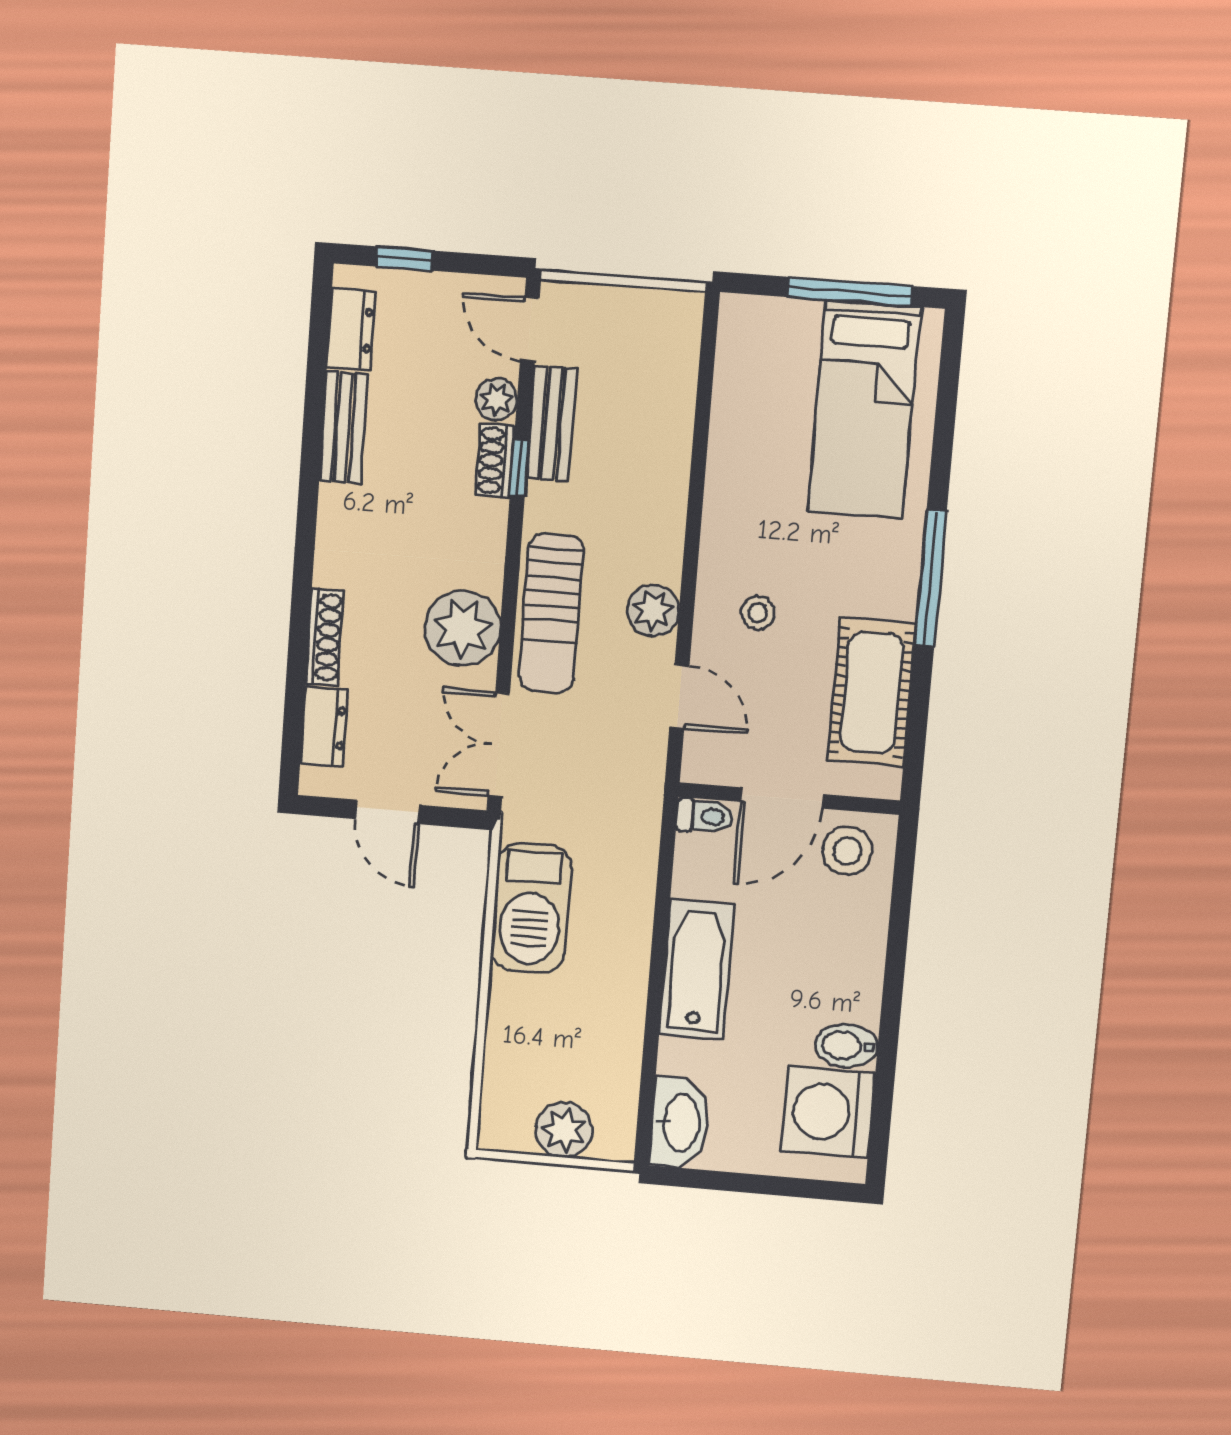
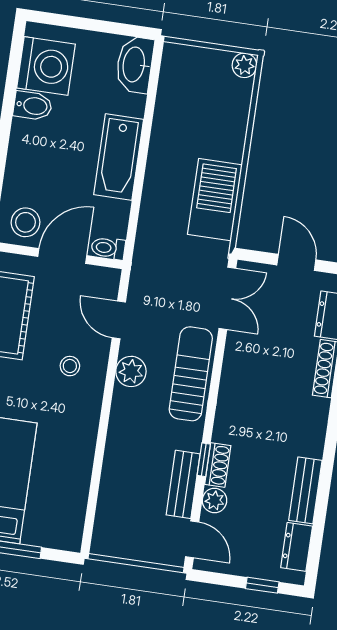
plant: (462, 628) -> (244, 368), removed
plant: (564, 1130) -> (244, 65), moved, width x0.73, depth x0.73

